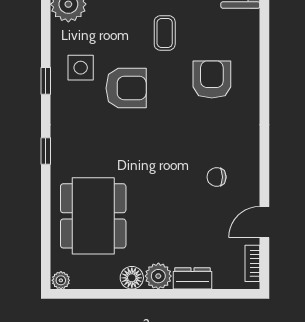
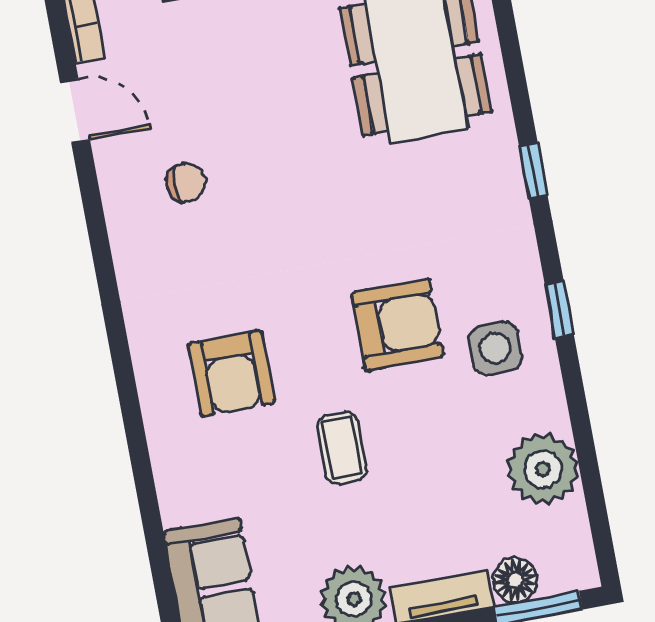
armchair: (126, 88) -> (398, 325), turned 180
door: (264, 222) -> (75, 111), hinge flipped

